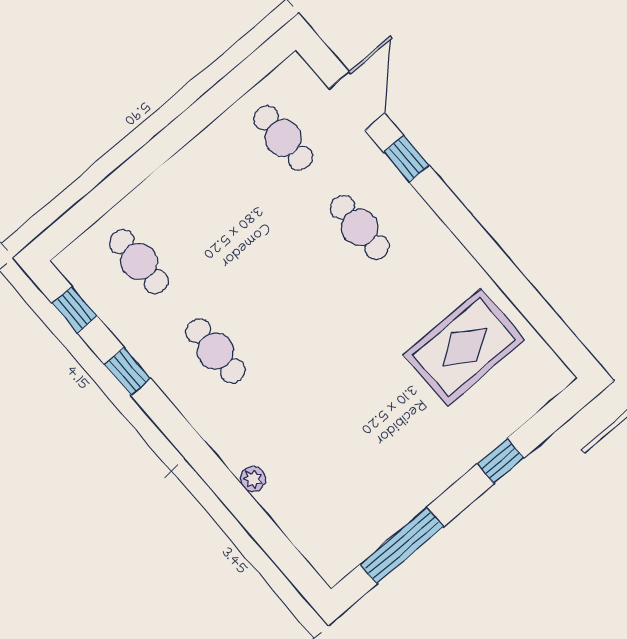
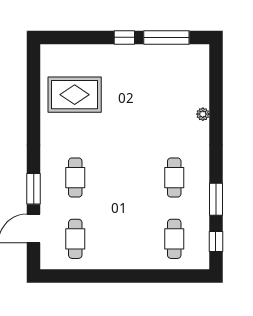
window: (406, 159) -> (34, 189), width x1.50
window: (128, 371) -> (216, 199), width x1.50
window: (501, 461) -> (124, 37), moved

